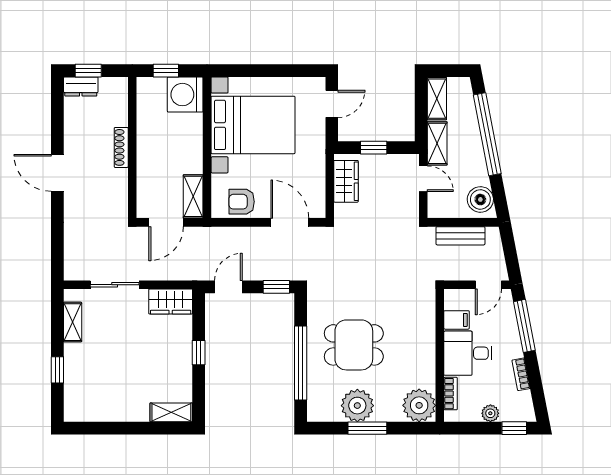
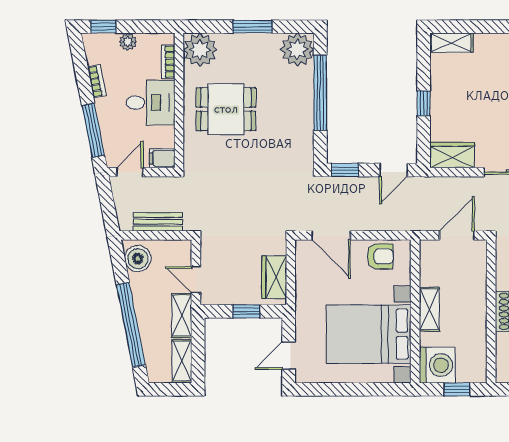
shelving: (193, 196) -> (429, 309), moved
filing cabinet: (457, 320) -> (162, 158), moved
dining table: (354, 345) -> (226, 109), moved
plant: (357, 406) -> (297, 50), moved

